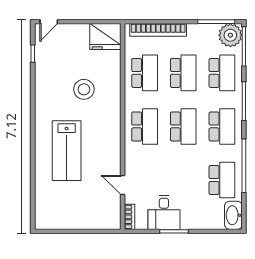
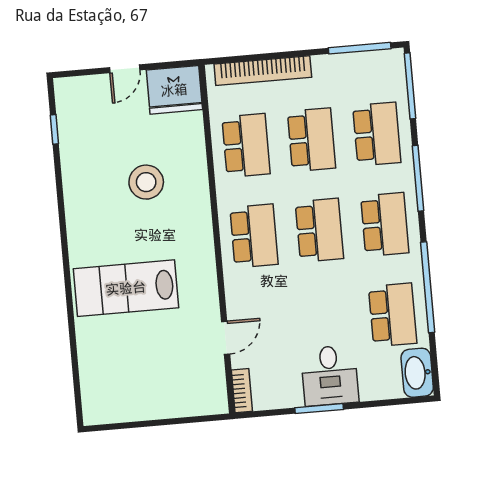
door: (49, 22) -> (125, 69), moved
plant: (230, 35) -> (385, 69), removed
lab bench: (67, 151) -> (126, 288), turned 90
door: (123, 185) -> (226, 338), swing flipped
desk: (164, 212) -> (330, 375), moved

